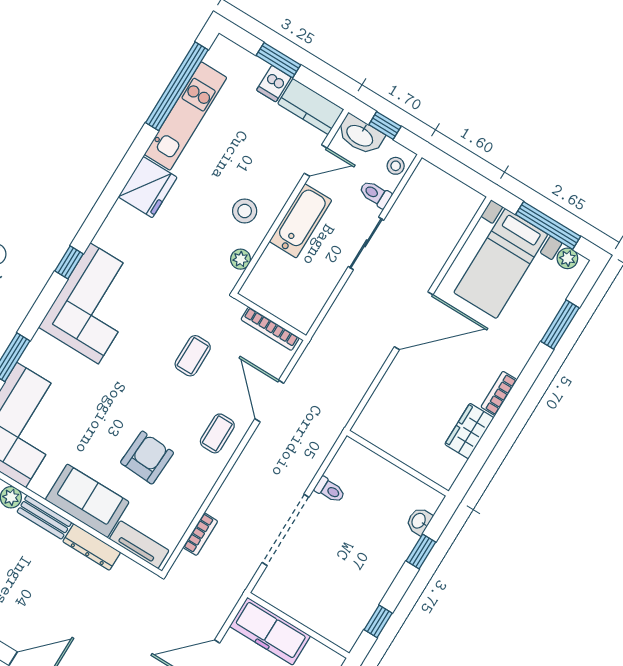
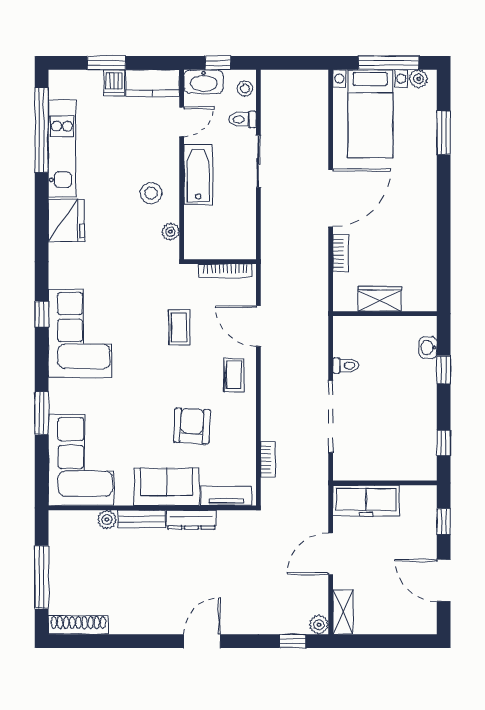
bookcase: (499, 393) -> (341, 253), moved, turned 180
wardrobe: (469, 431) -> (380, 299), moved, turned 90

